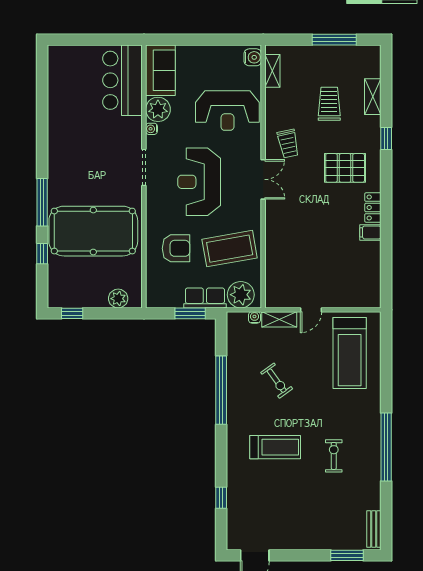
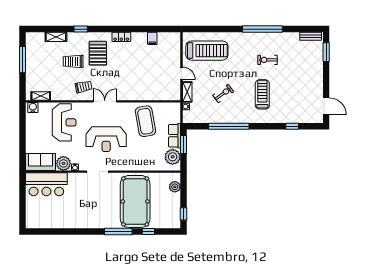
trolley: (329, 104) -> (73, 61), moved
filing cabinet: (370, 232) -> (152, 38), moved
armchair: (176, 248) -> (145, 153), removed
plant: (241, 295) -> (173, 157), moved

